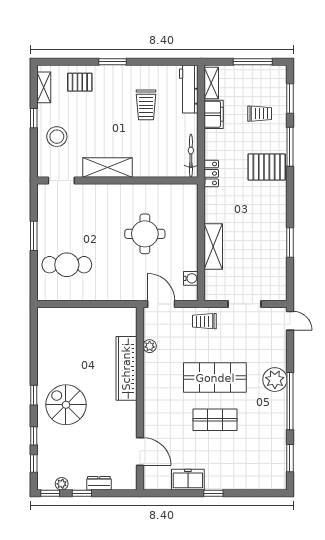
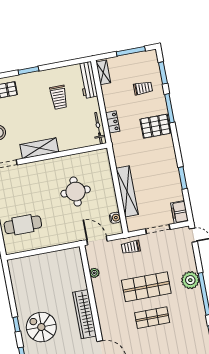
filing cabinet: (214, 114) -> (179, 212), moved, turned 180
locker: (211, 173) -> (113, 122), moved
shelving: (213, 246) -> (127, 191), width x1.47
wardrobe: (126, 368) -> (85, 314), moved

